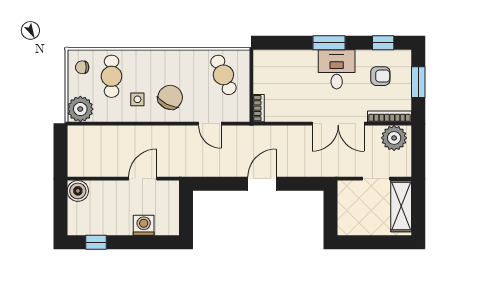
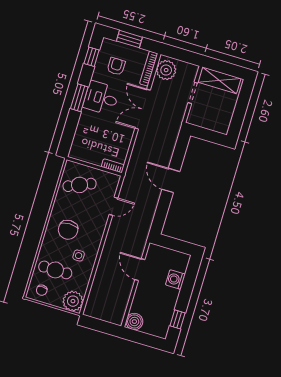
chair: (170, 97) -> (68, 230), moved, turned -117
double door: (338, 124) -> (143, 109), swing flipped

